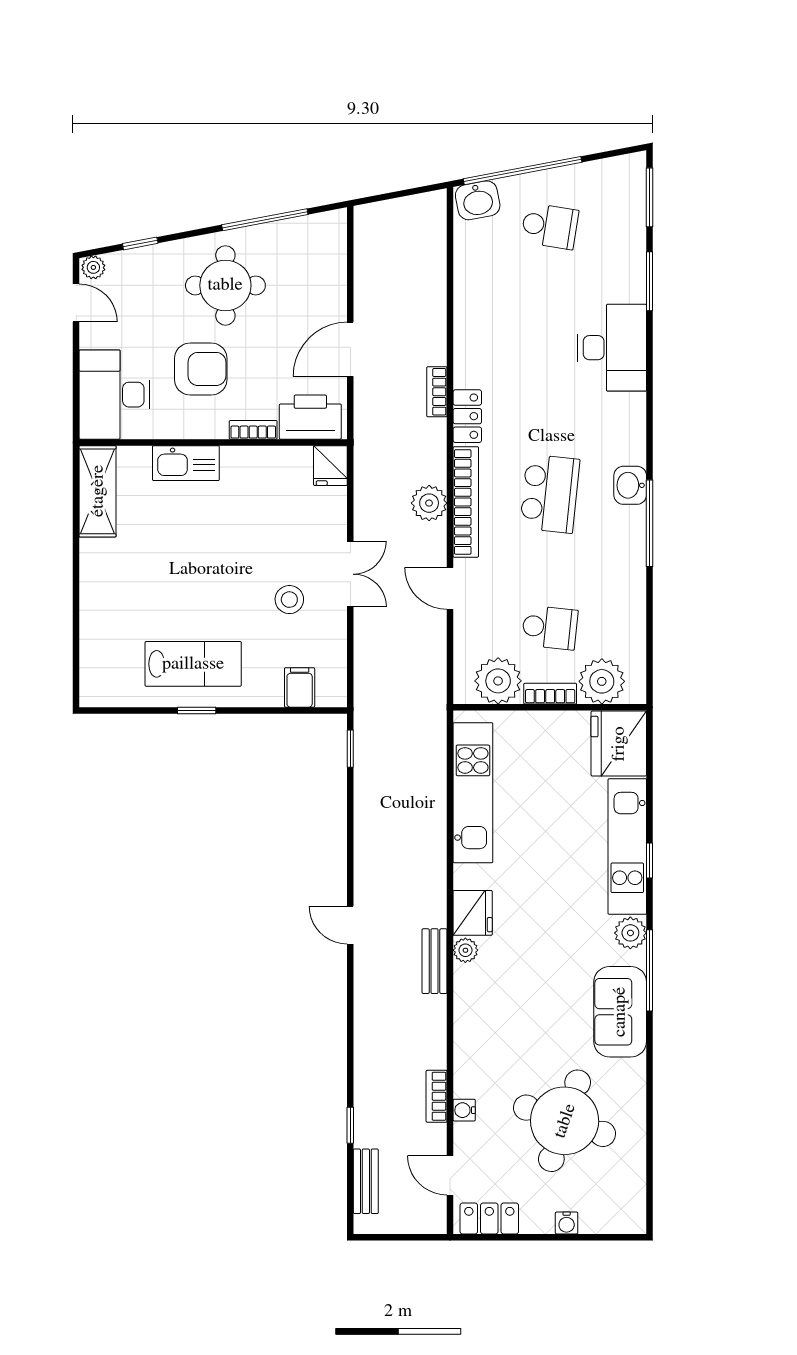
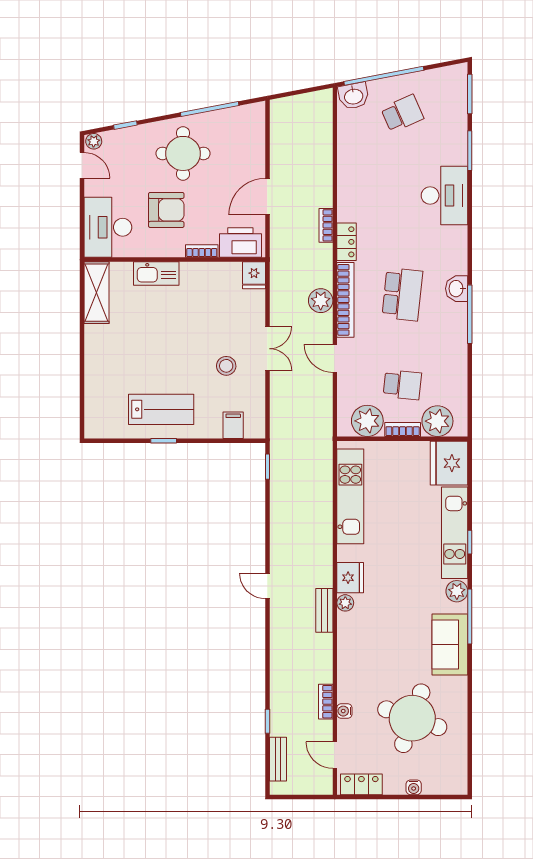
school desk: (550, 226) -> (402, 113), turned -33

